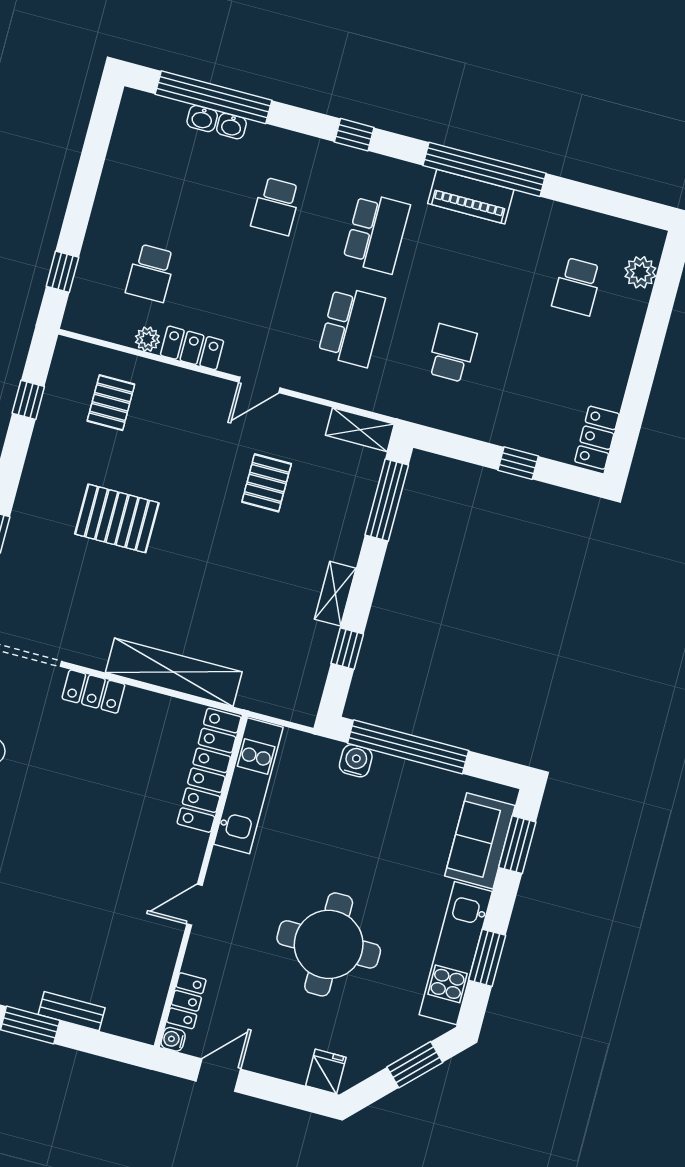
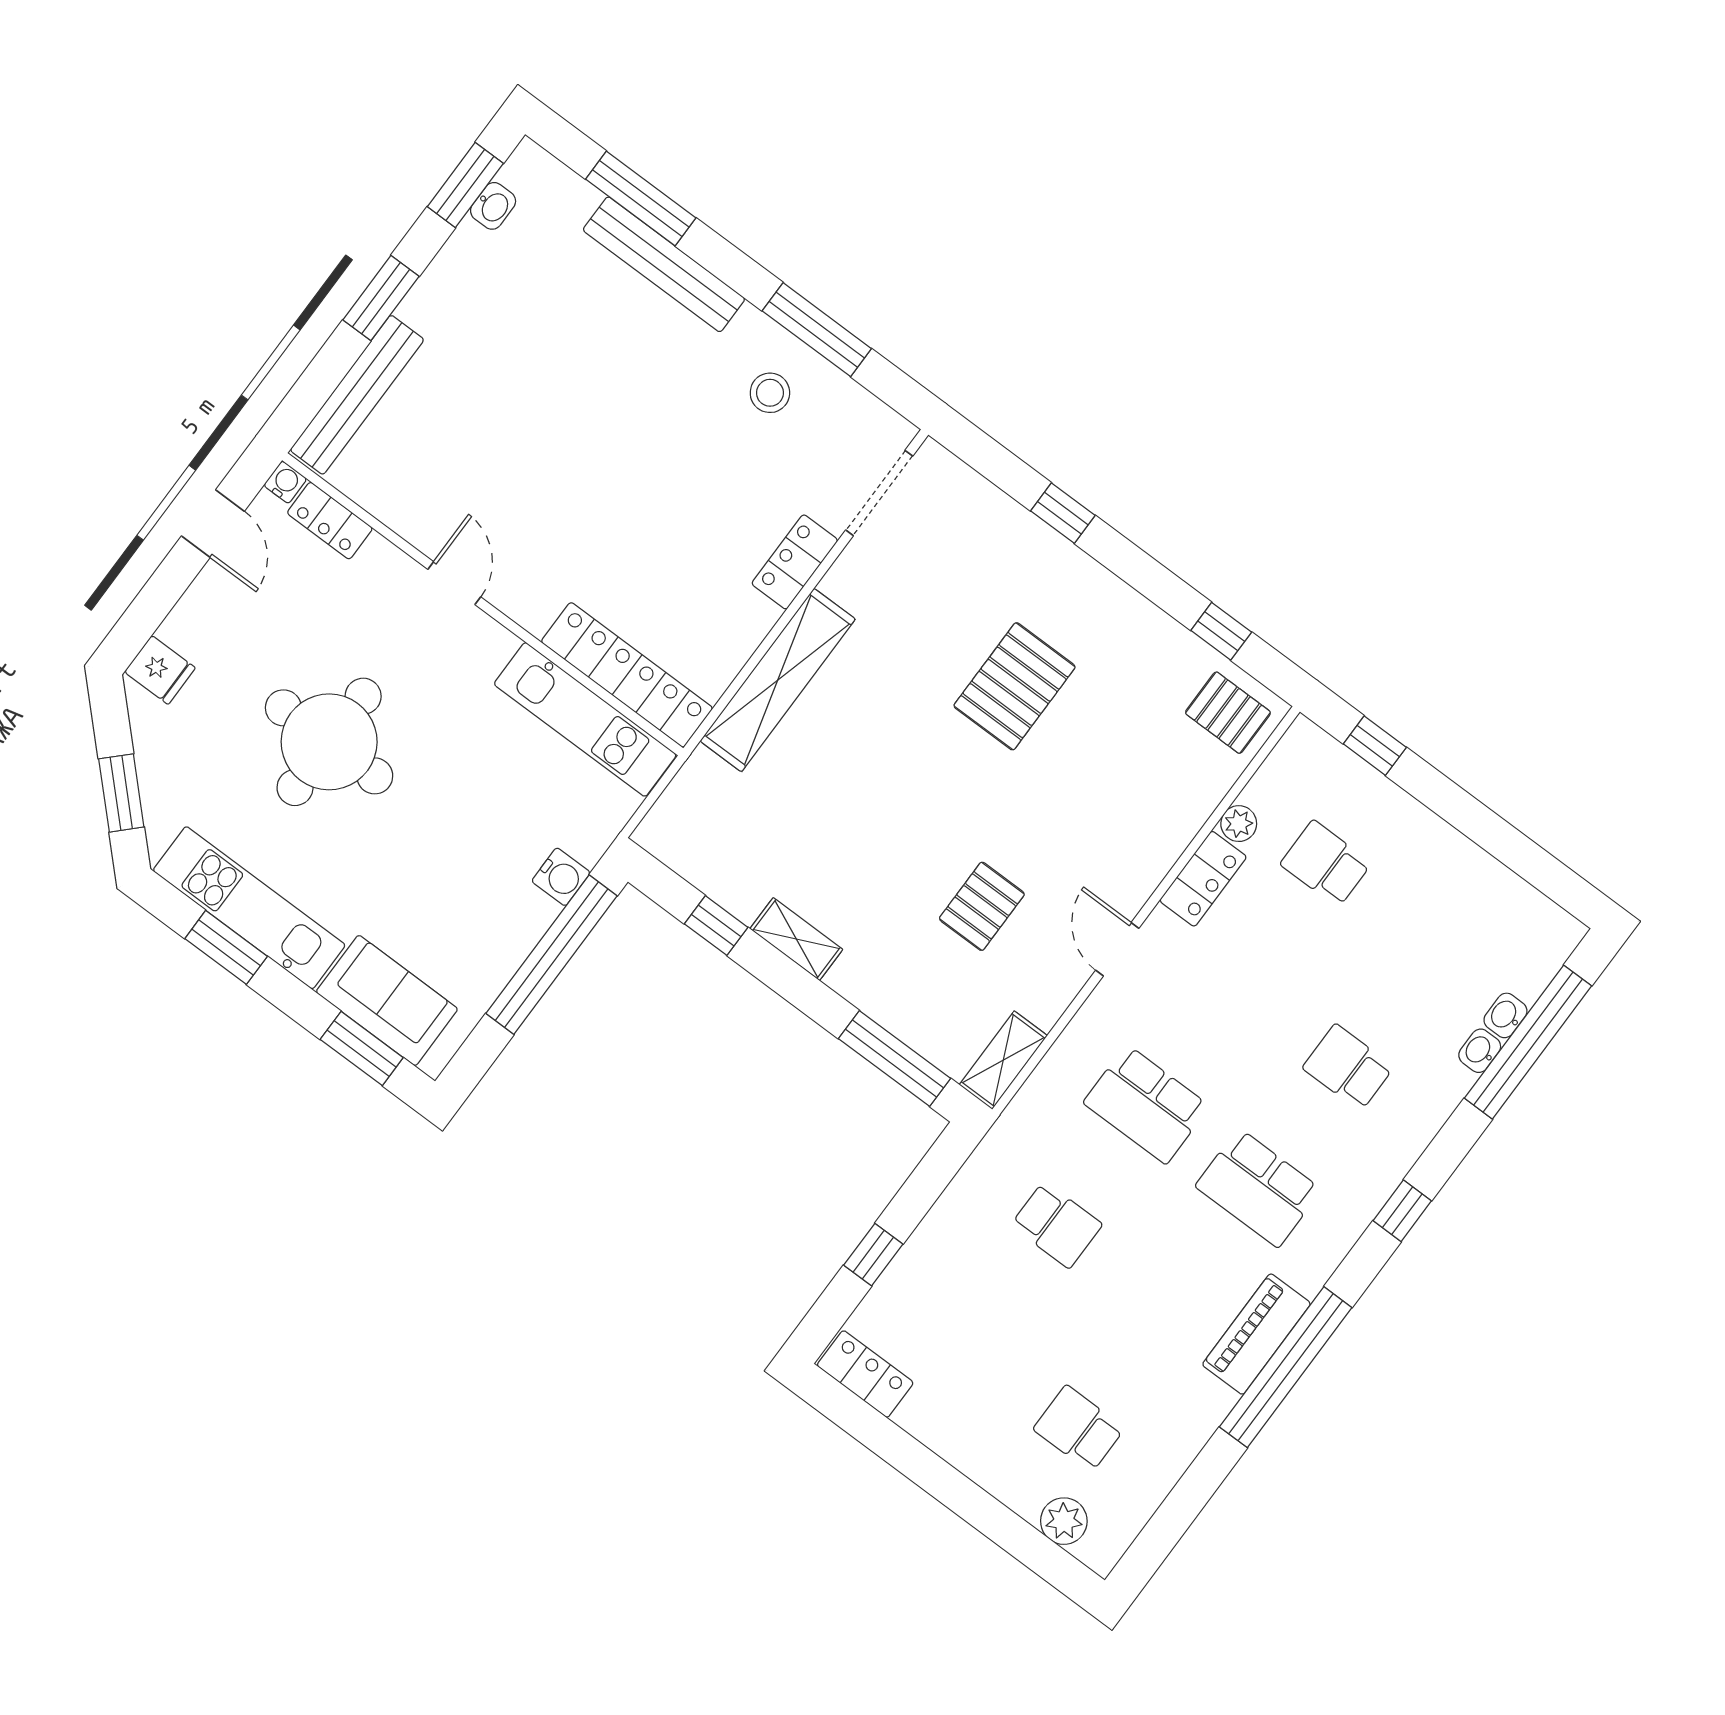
pallet: (111, 403) -> (1228, 713), moved
pallet: (267, 483) -> (982, 906), turned 90
bench: (72, 1011) -> (357, 395), width x1.86, depth x1.21

